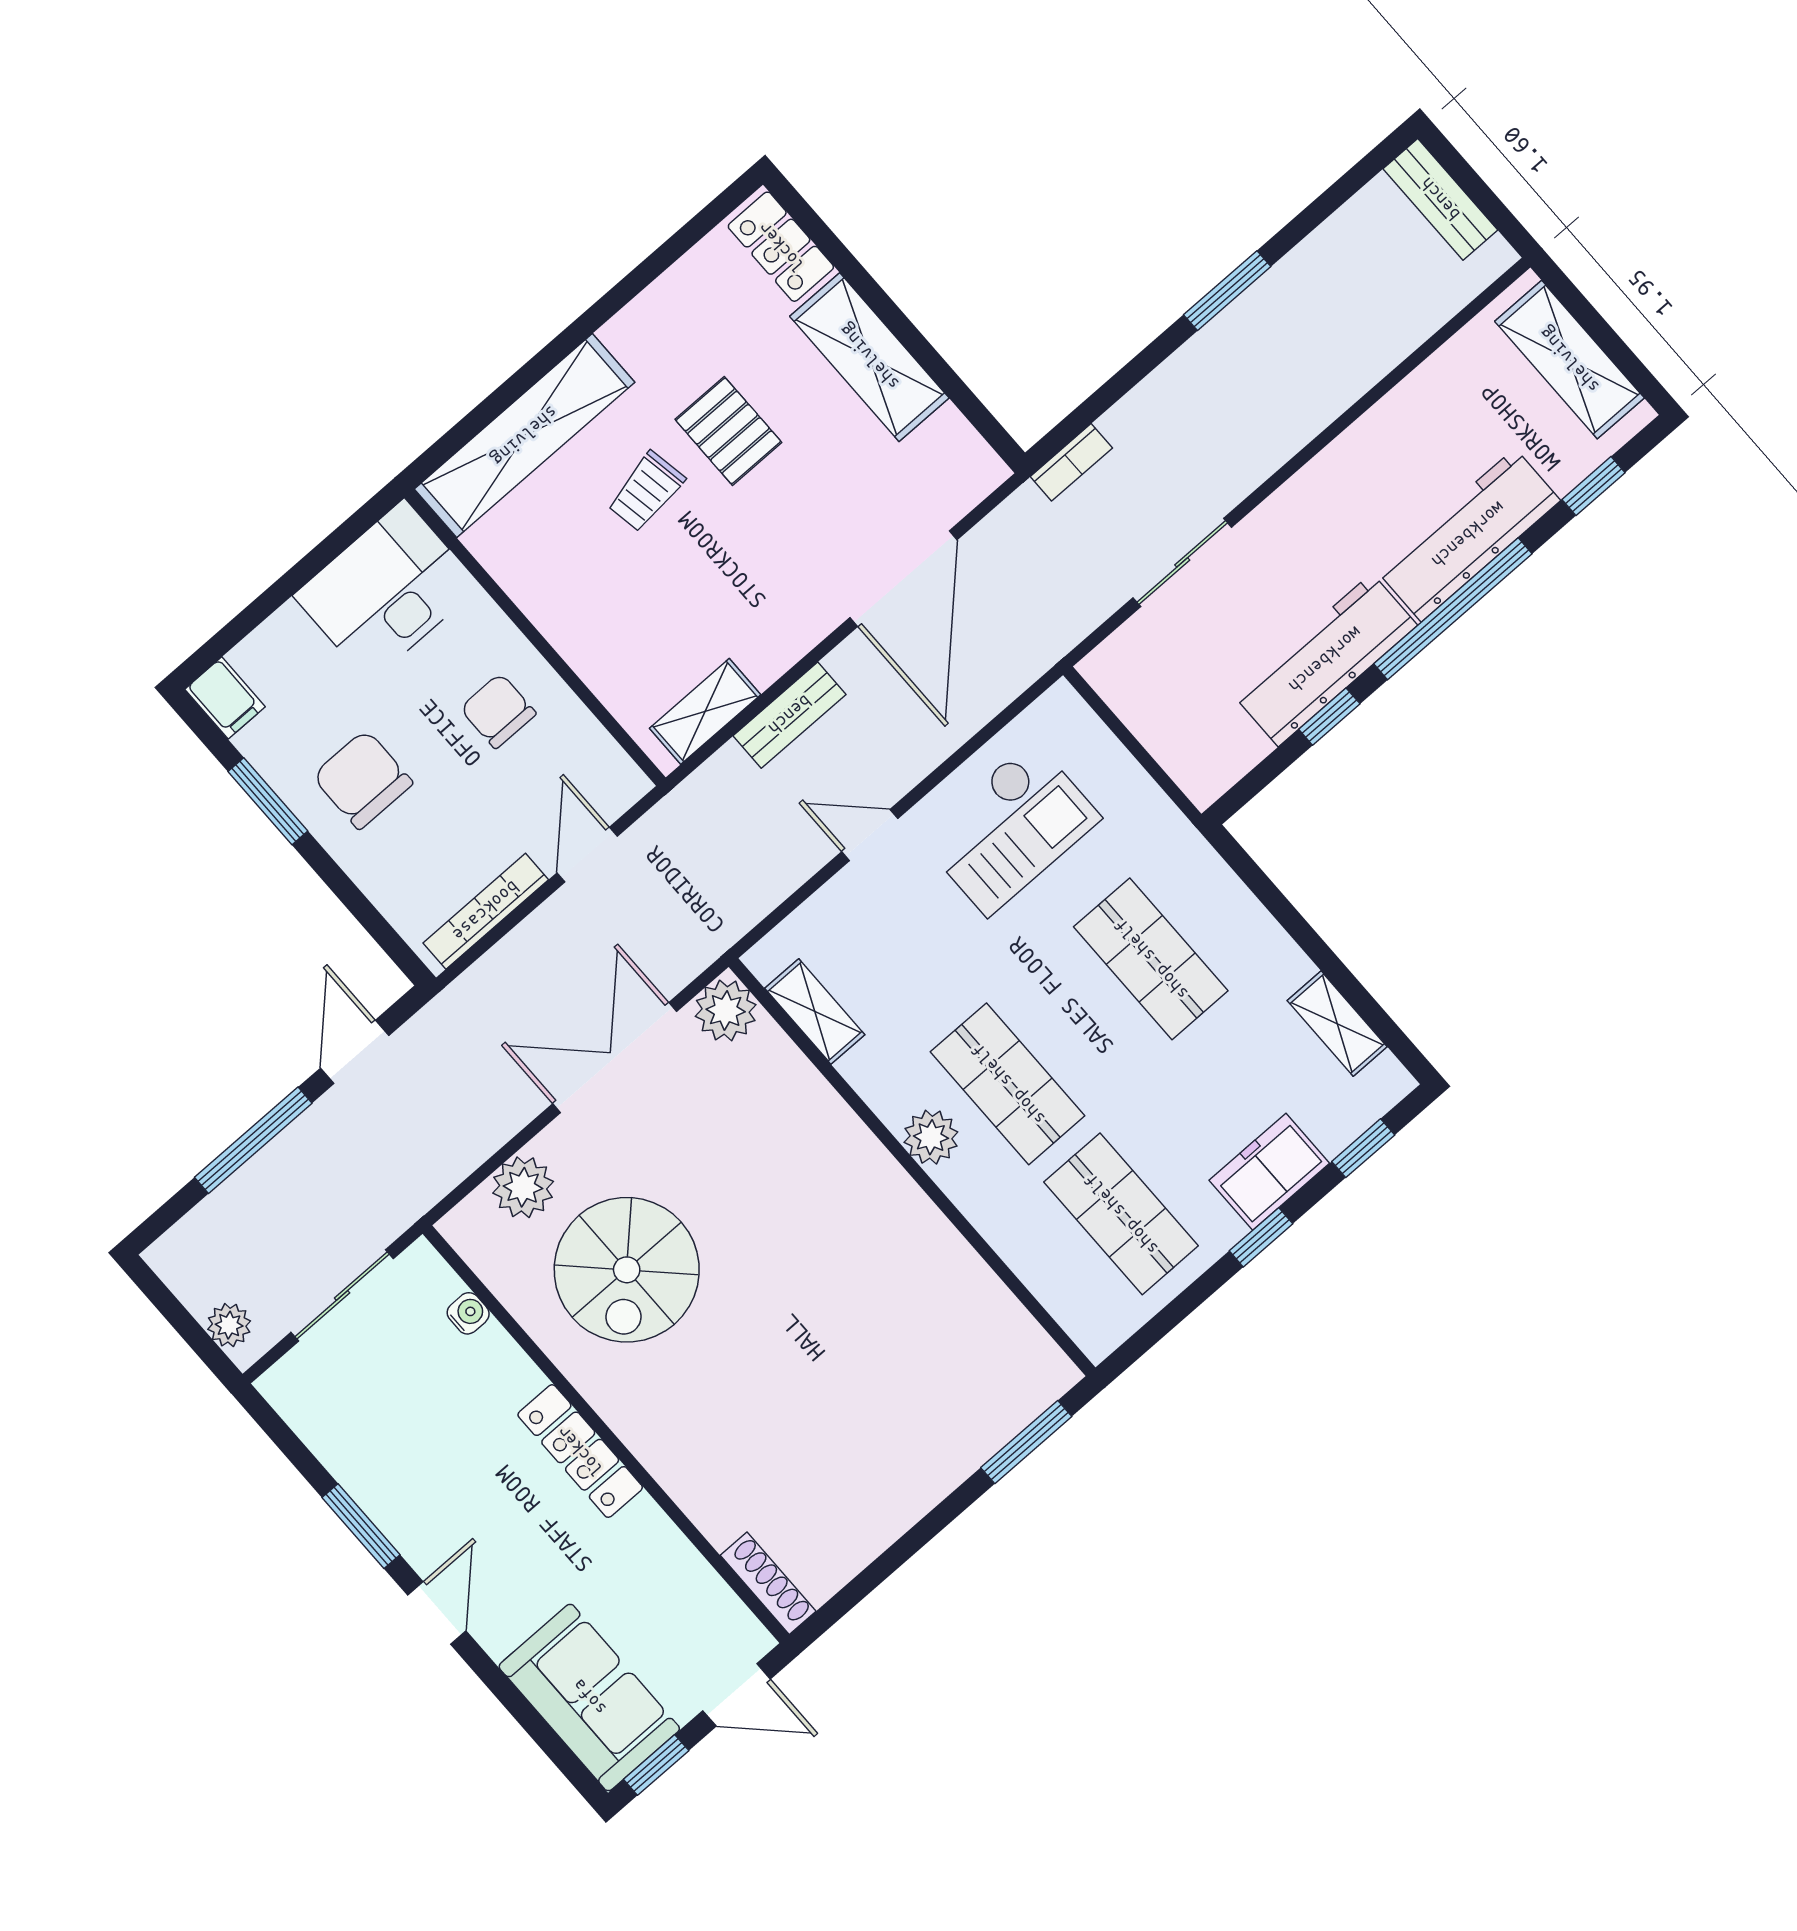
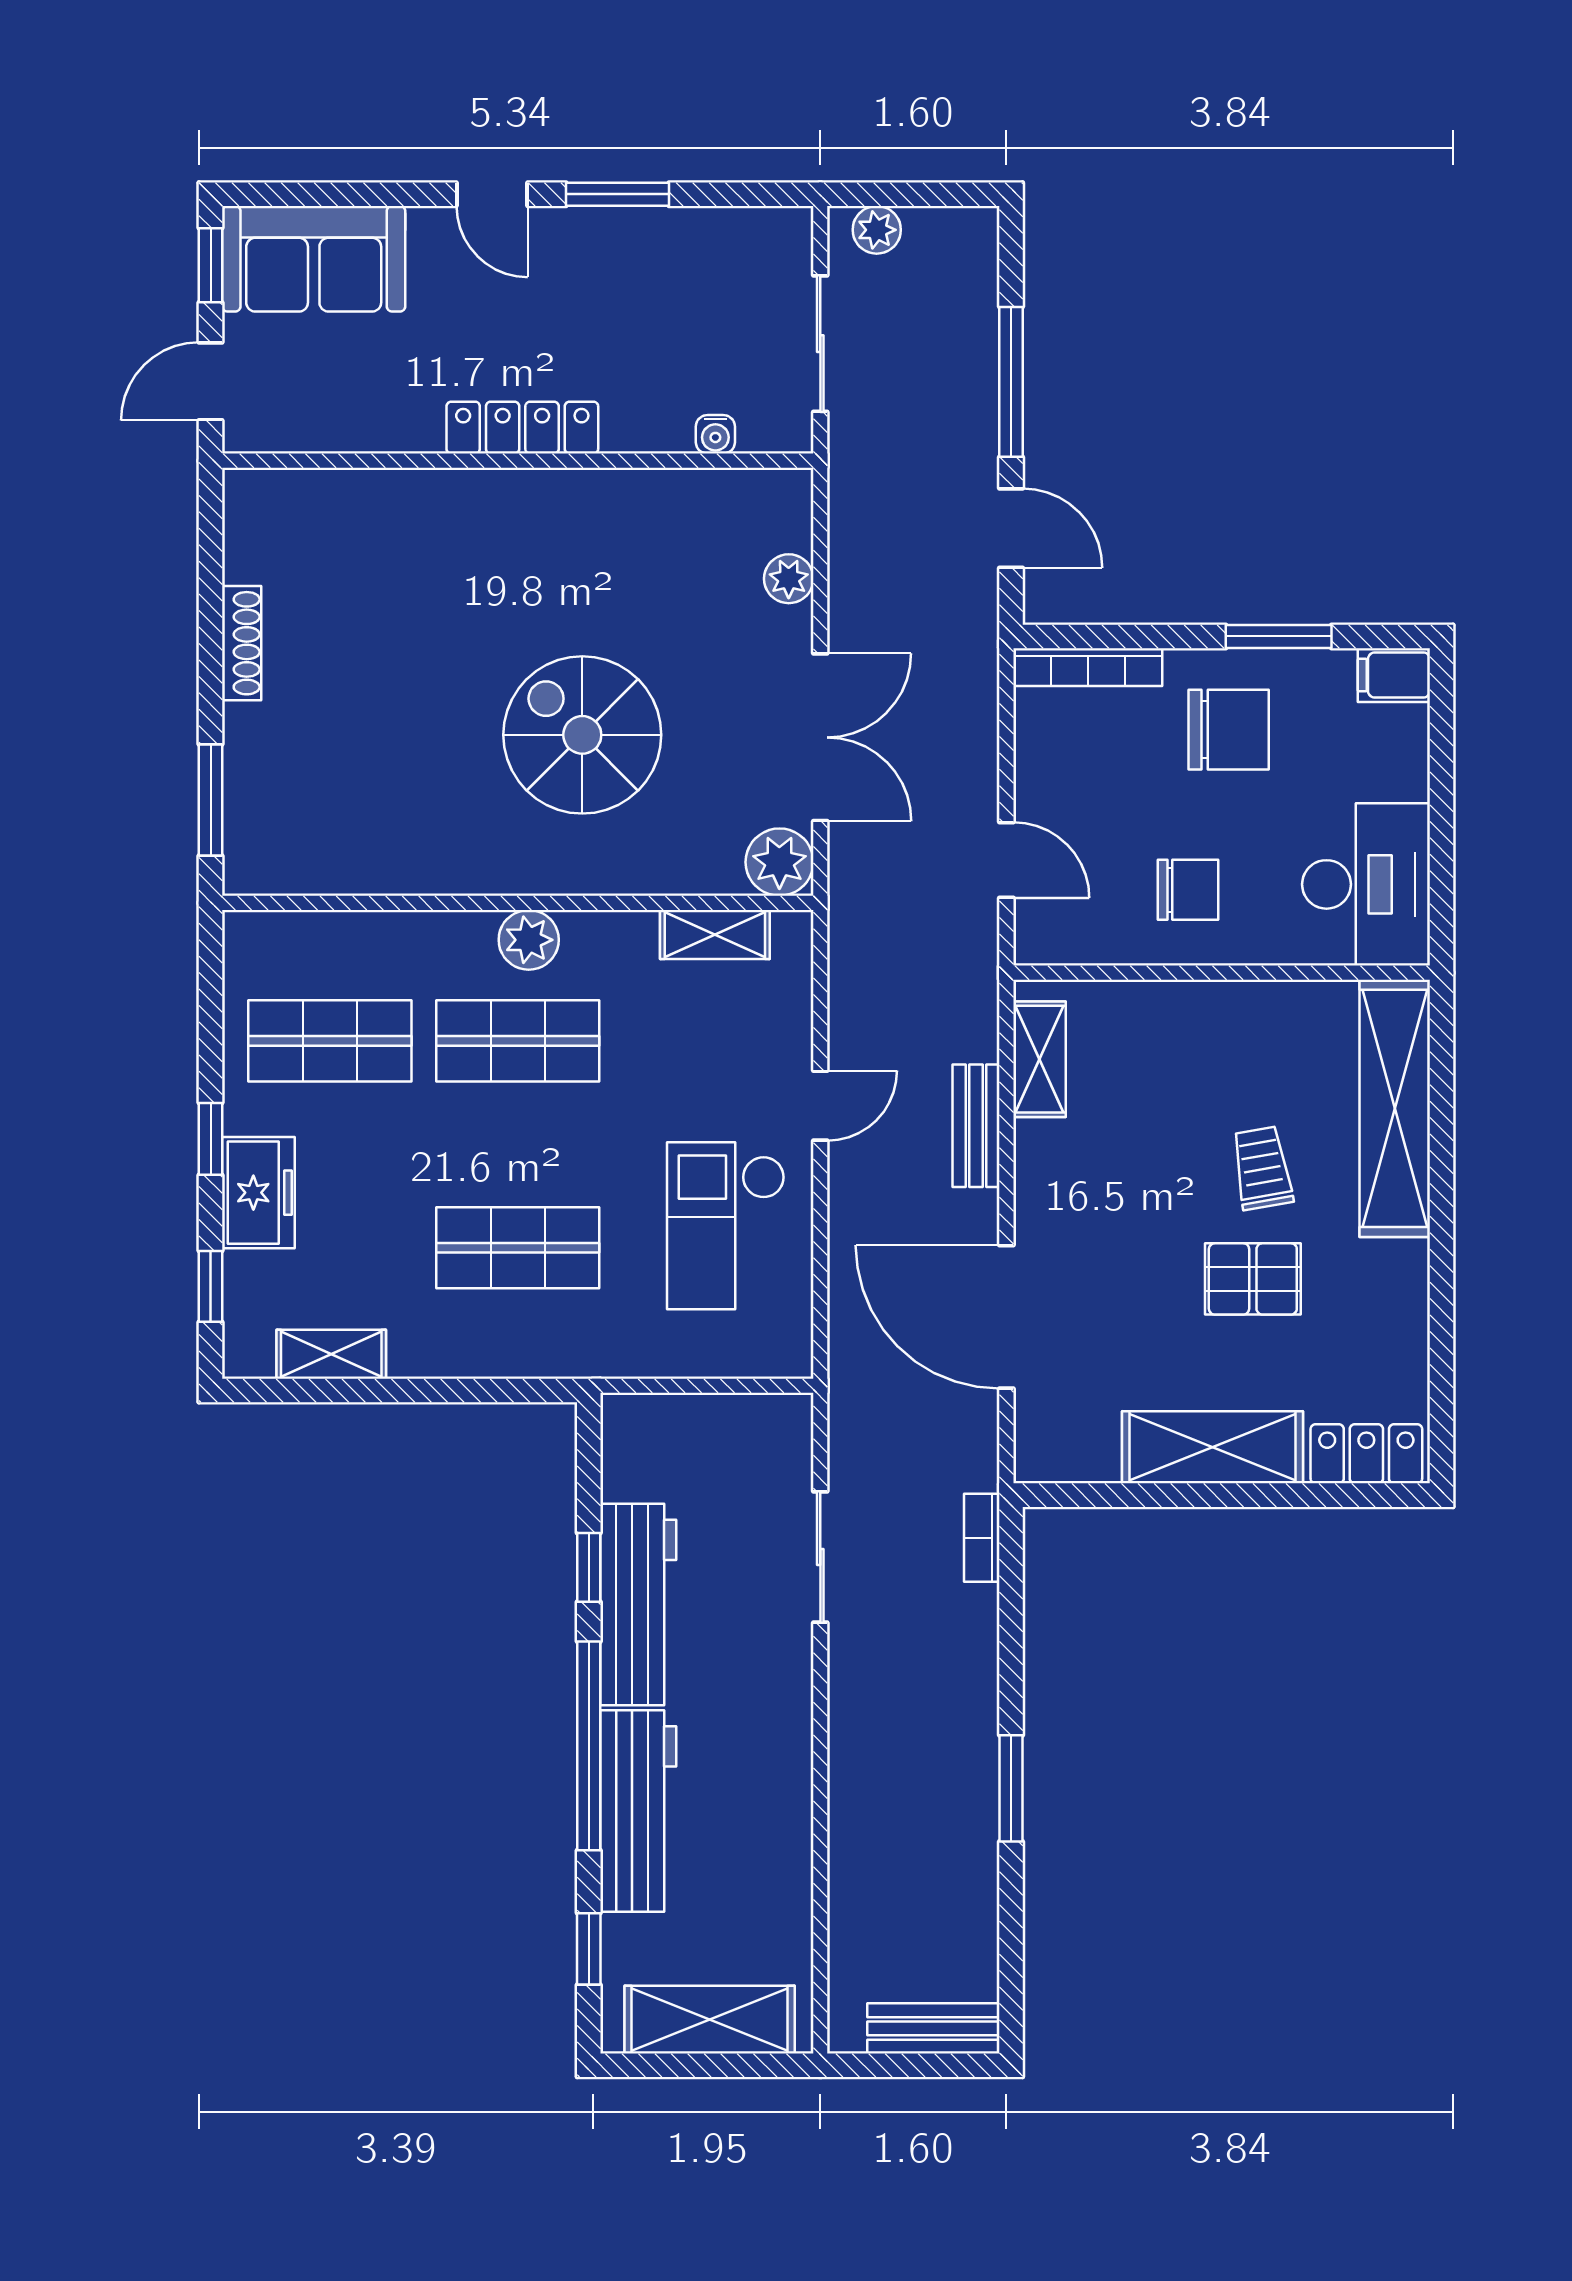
bookcase: (486, 911) -> (1088, 667), moved, turned 90
plant: (523, 1187) -> (789, 579), width x0.73, depth x0.73
spiral stairs: (627, 1270) -> (582, 735), moved
shoe rack: (768, 1583) -> (242, 643), moved, turned -90

